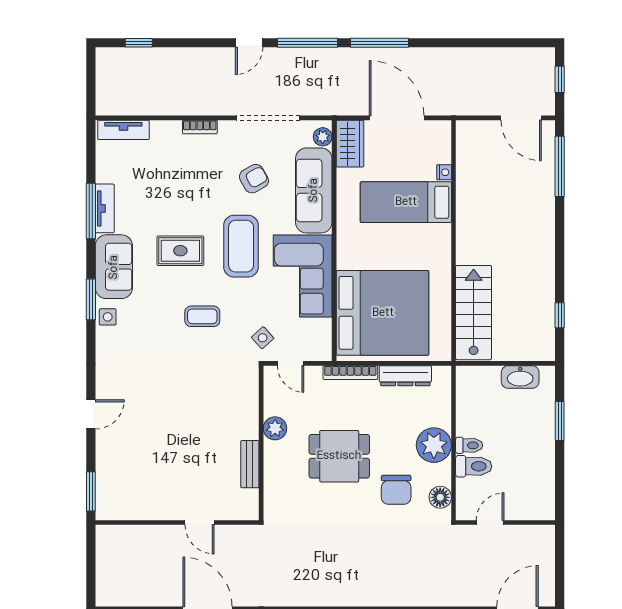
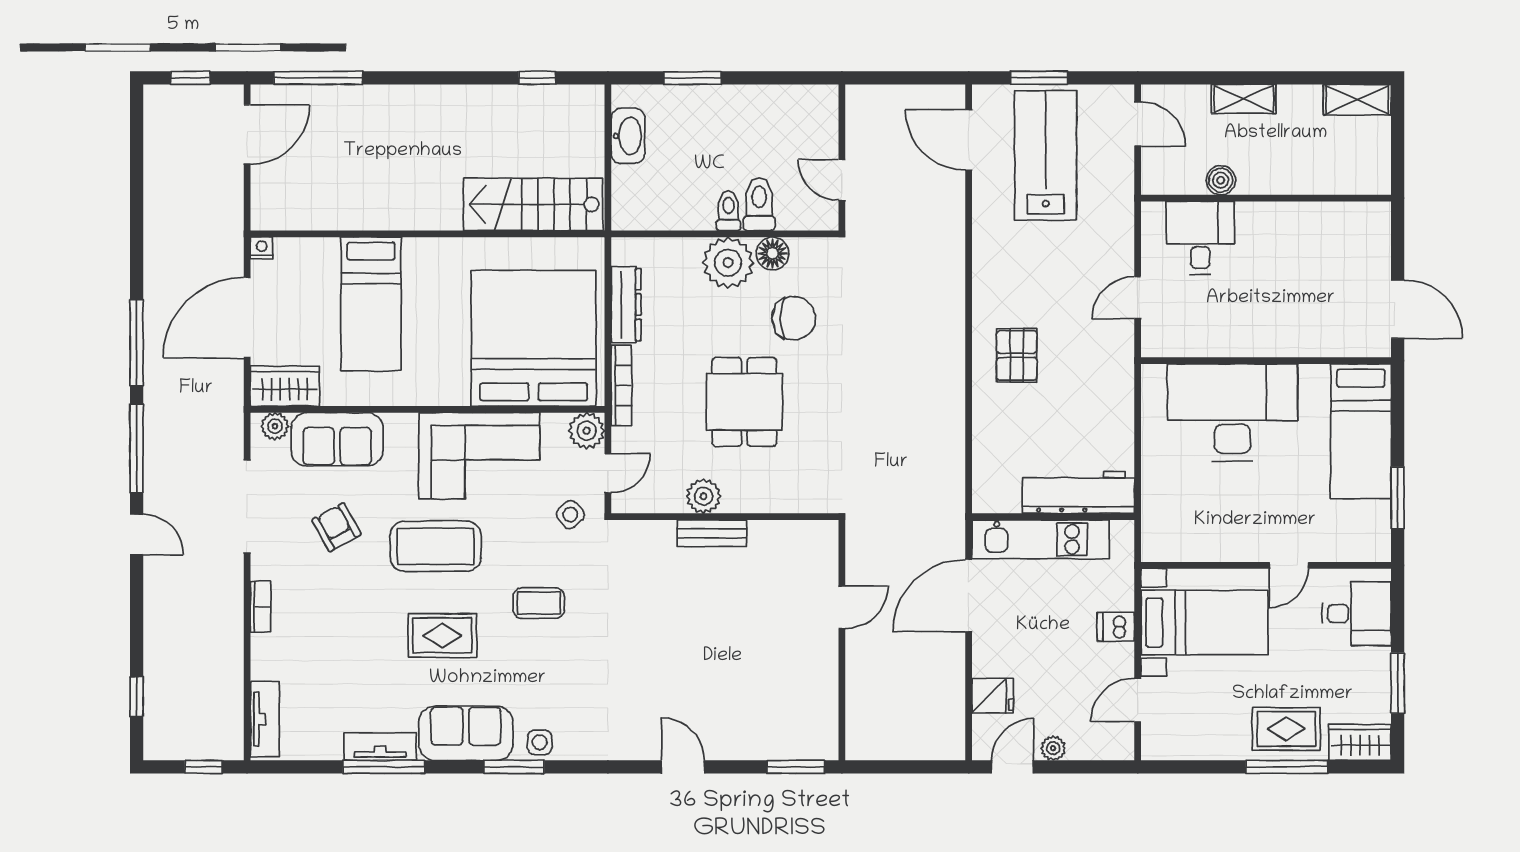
window: (91, 88) -> (204, 767), added
nightstand: (444, 172) -> (262, 248), moved
sofa: (314, 190) -> (337, 439), width x0.73
rug: (180, 251) -> (442, 635), turned 90
coffee table: (202, 316) -> (539, 603), turned 90
plant: (320, 349) -> (587, 431), added
bench: (250, 464) -> (712, 533), moved
floor lamp: (440, 497) -> (773, 253), moved

